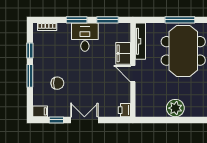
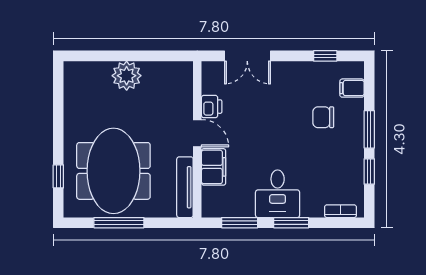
printer: (124, 110) -> (212, 107), moved
filing cabinet: (40, 111) -> (352, 88), moved
double door: (84, 120) -> (247, 56), moved

